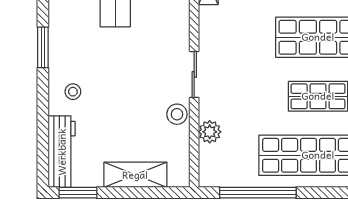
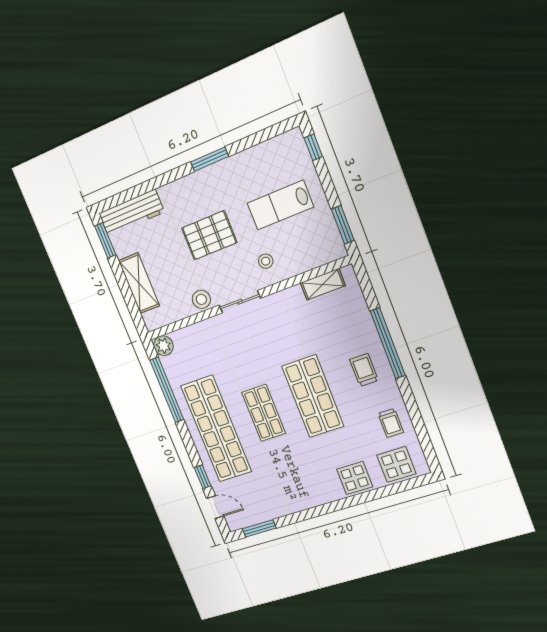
pallet: (116, 79) -> (209, 235), added
stool: (73, 92) -> (266, 261), moved
plant: (210, 132) -> (163, 346), moved

